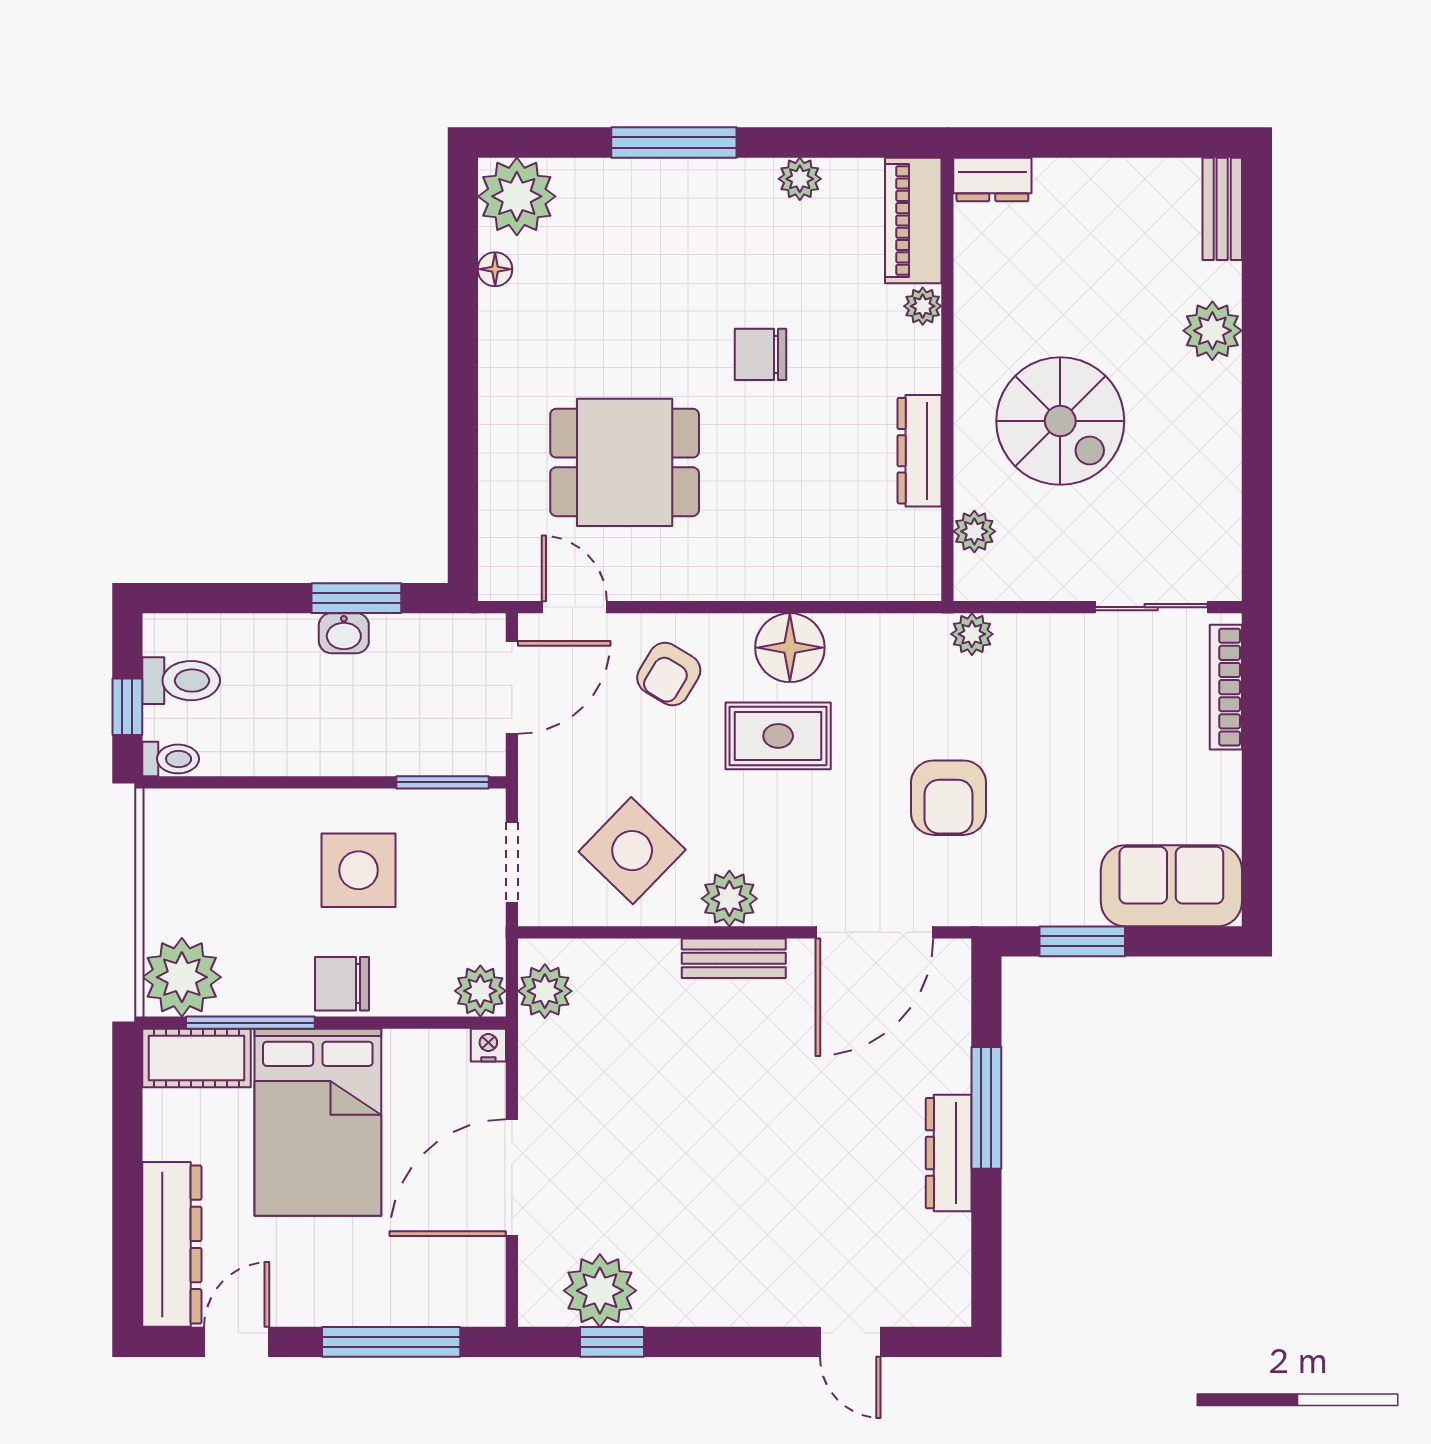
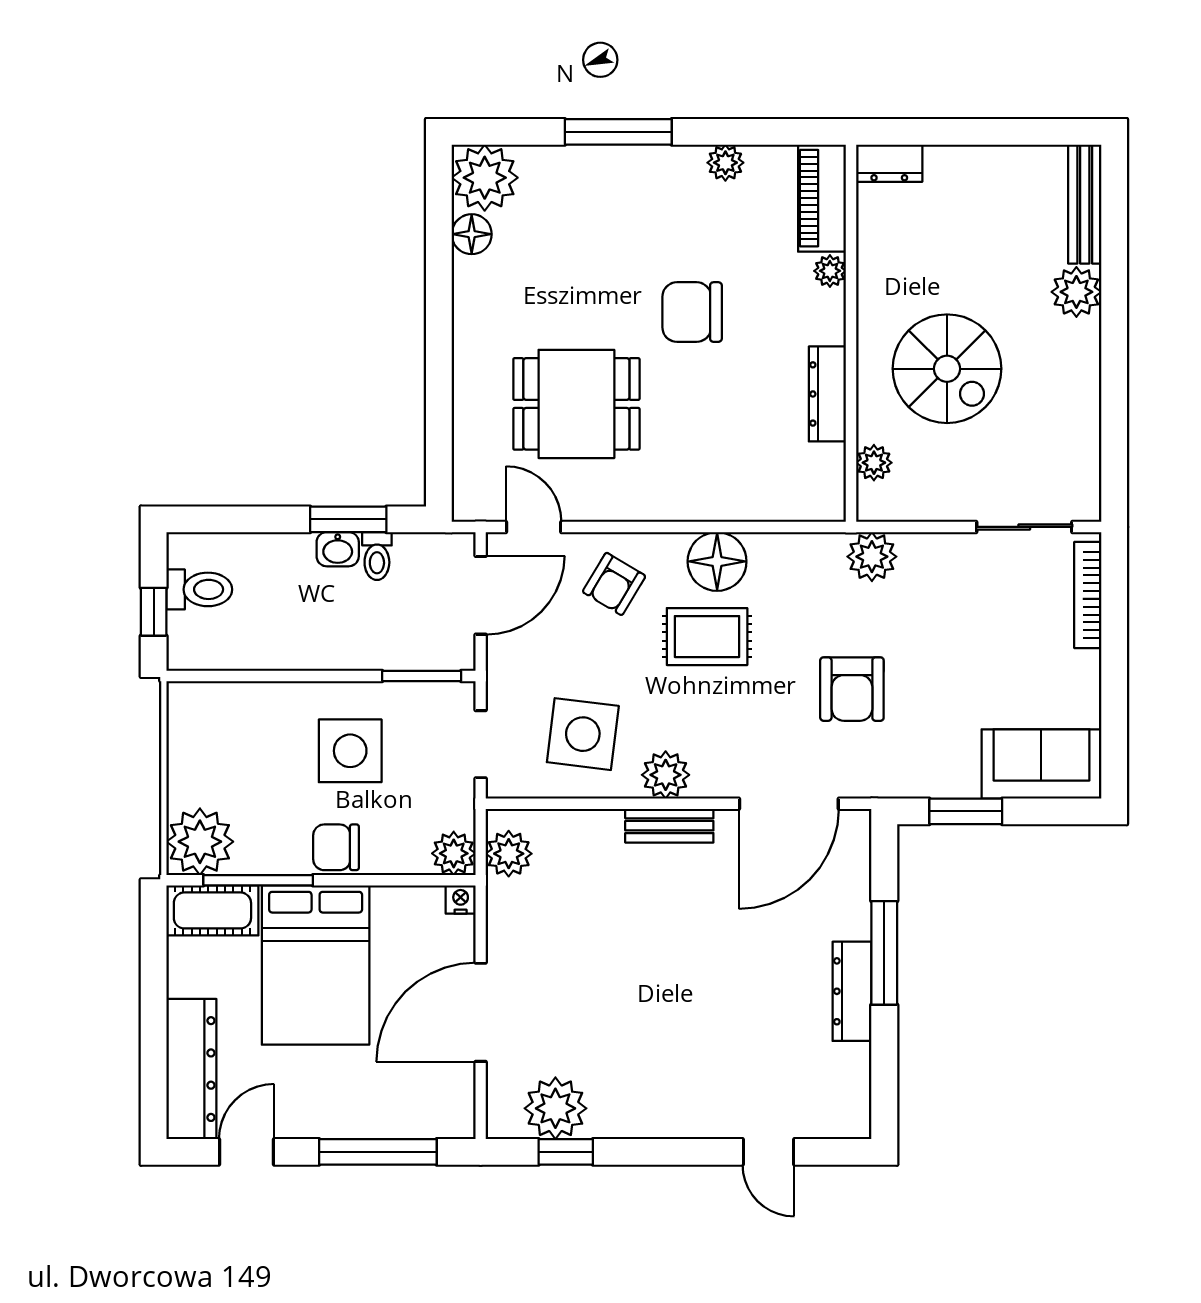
bench: (1222, 209) -> (1085, 204), width x1.36
floor lamp: (495, 269) -> (472, 234), width x1.37, depth x1.37
chair: (761, 354) -> (692, 312), width x1.37, depth x1.37
plant: (972, 634) -> (872, 557), width x1.38, depth x1.38
toilet: (171, 759) -> (377, 556), moved, turned 90
side table: (632, 851) -> (583, 734), turned -37

